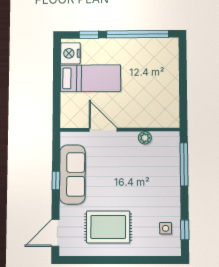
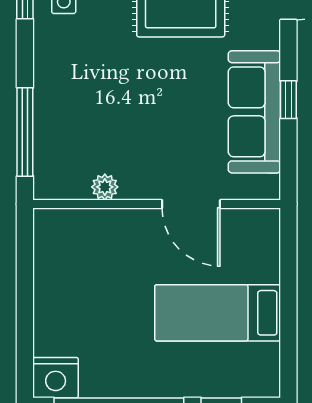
nightstand: (70, 53) -> (56, 378), moved, turned 90

